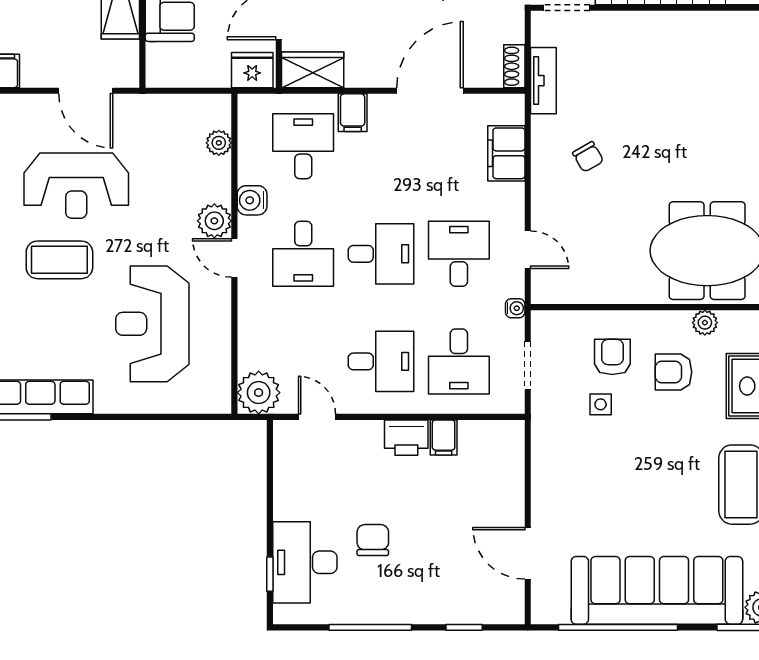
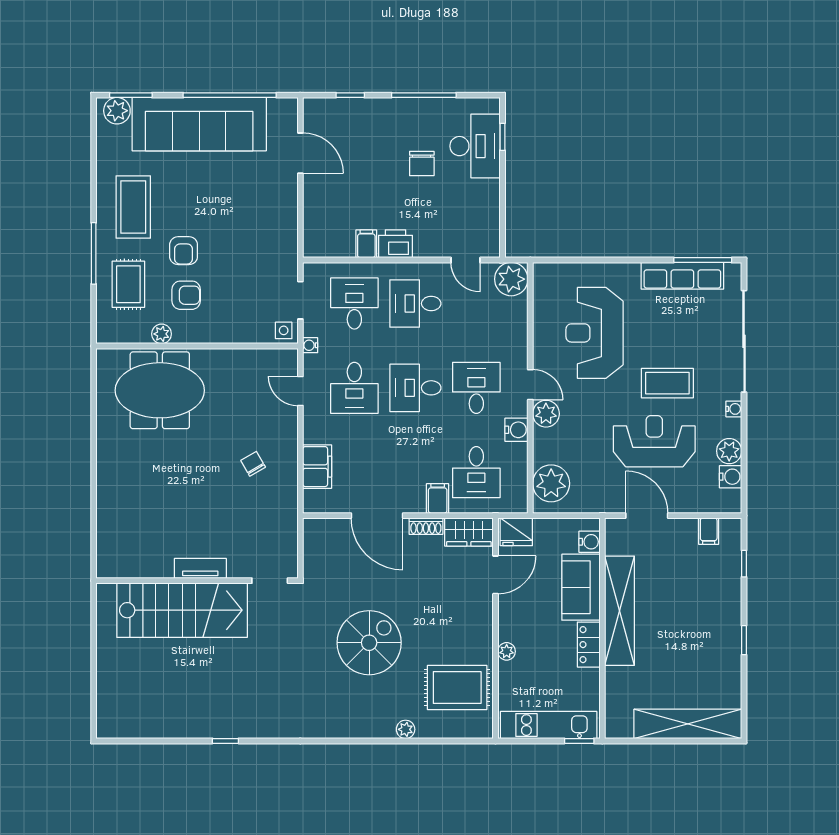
water cooler: (159, 57) -> (589, 542), added
shoe rack: (514, 66) -> (426, 526), moved, turned 90
tv unit: (543, 81) -> (200, 568), moved, turned 90
door: (430, 91) -> (377, 516), hinge flipped
plant: (219, 143) -> (551, 483), width x1.87, depth x1.87
reception desk: (152, 324) -> (595, 333), turned 180
armchair: (612, 357) -> (184, 251), moved
side table: (601, 404) -> (284, 330), moved

